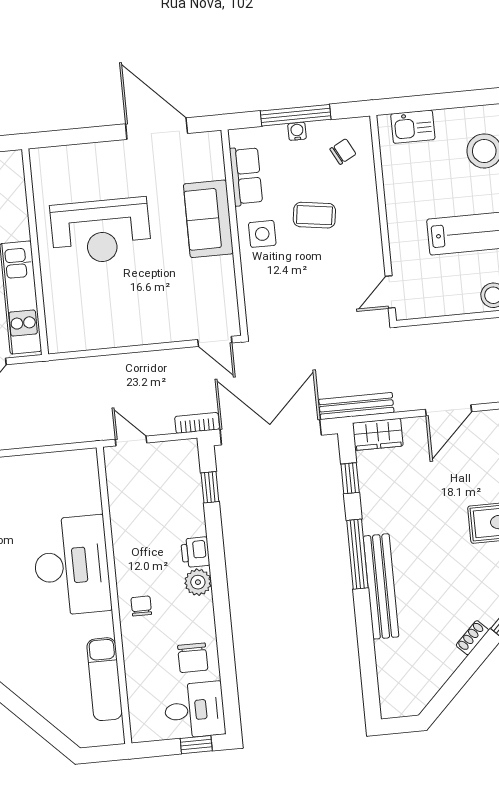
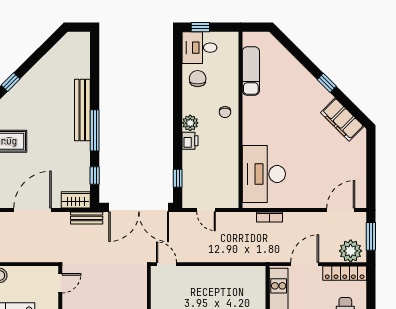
bench: (356, 406) -> (87, 218), width x0.73
door: (449, 410) -> (33, 210), width x1.36
bookcase: (197, 423) -> (269, 217), moved
door: (131, 441) -> (206, 210), moved
desk: (72, 566) -> (264, 174), moved
shoe rack: (472, 638) -> (31, 75), removed

